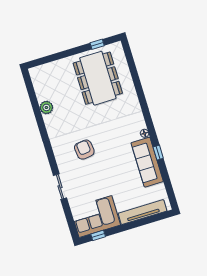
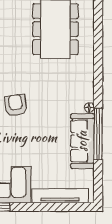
window: (158, 153) -> (98, 134), width x3.17

